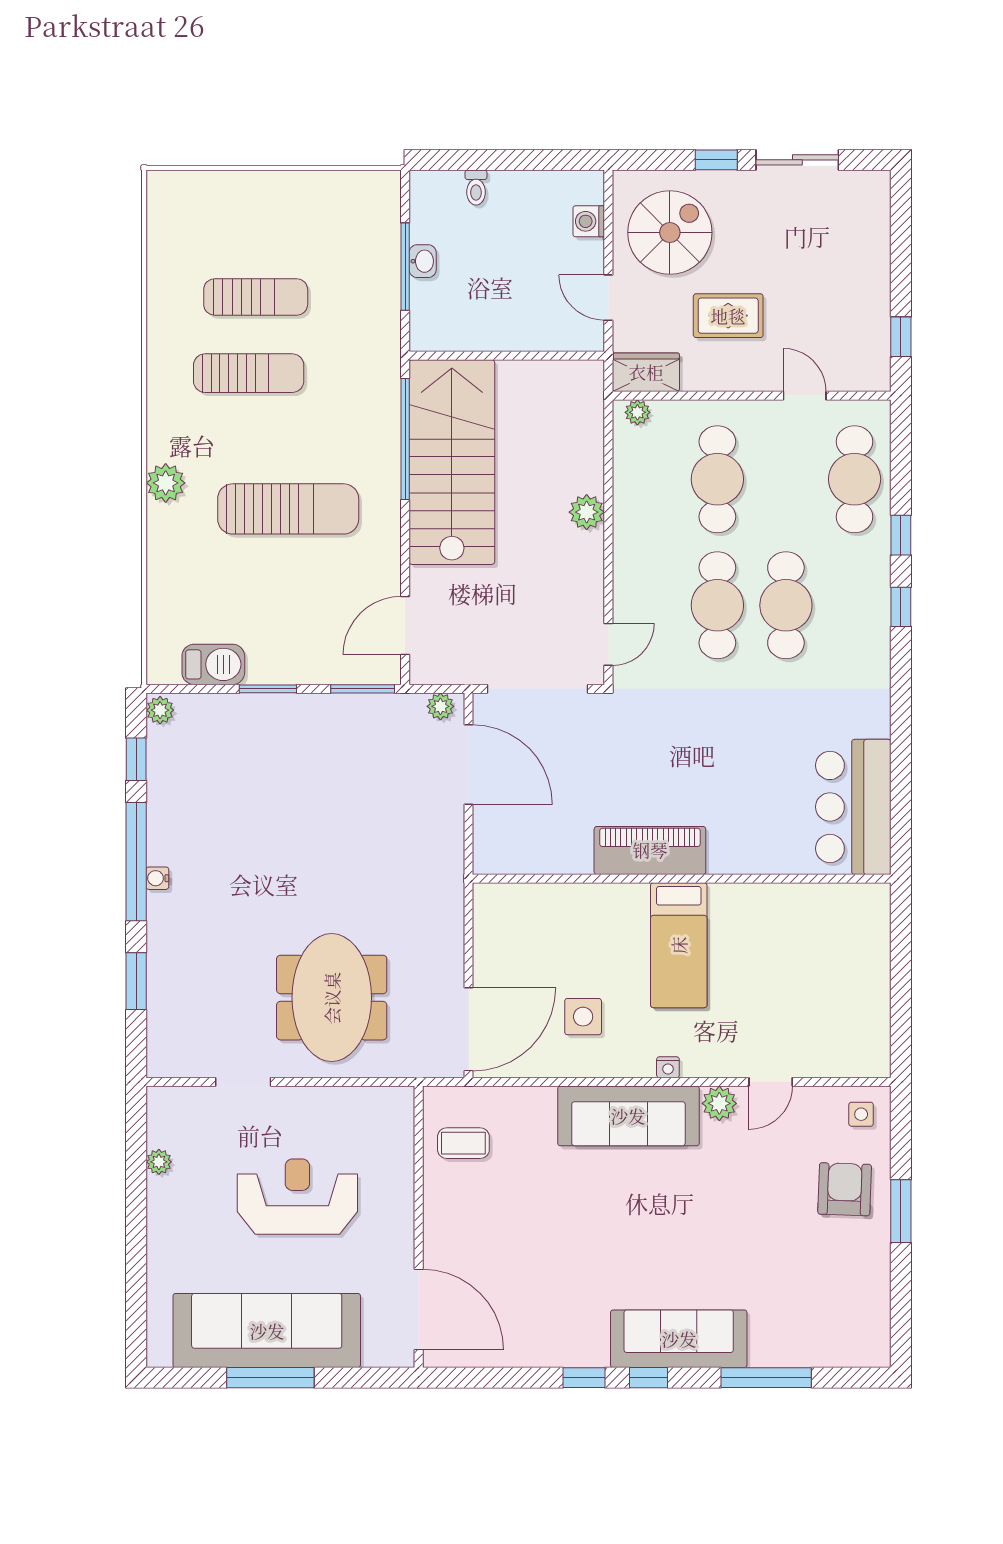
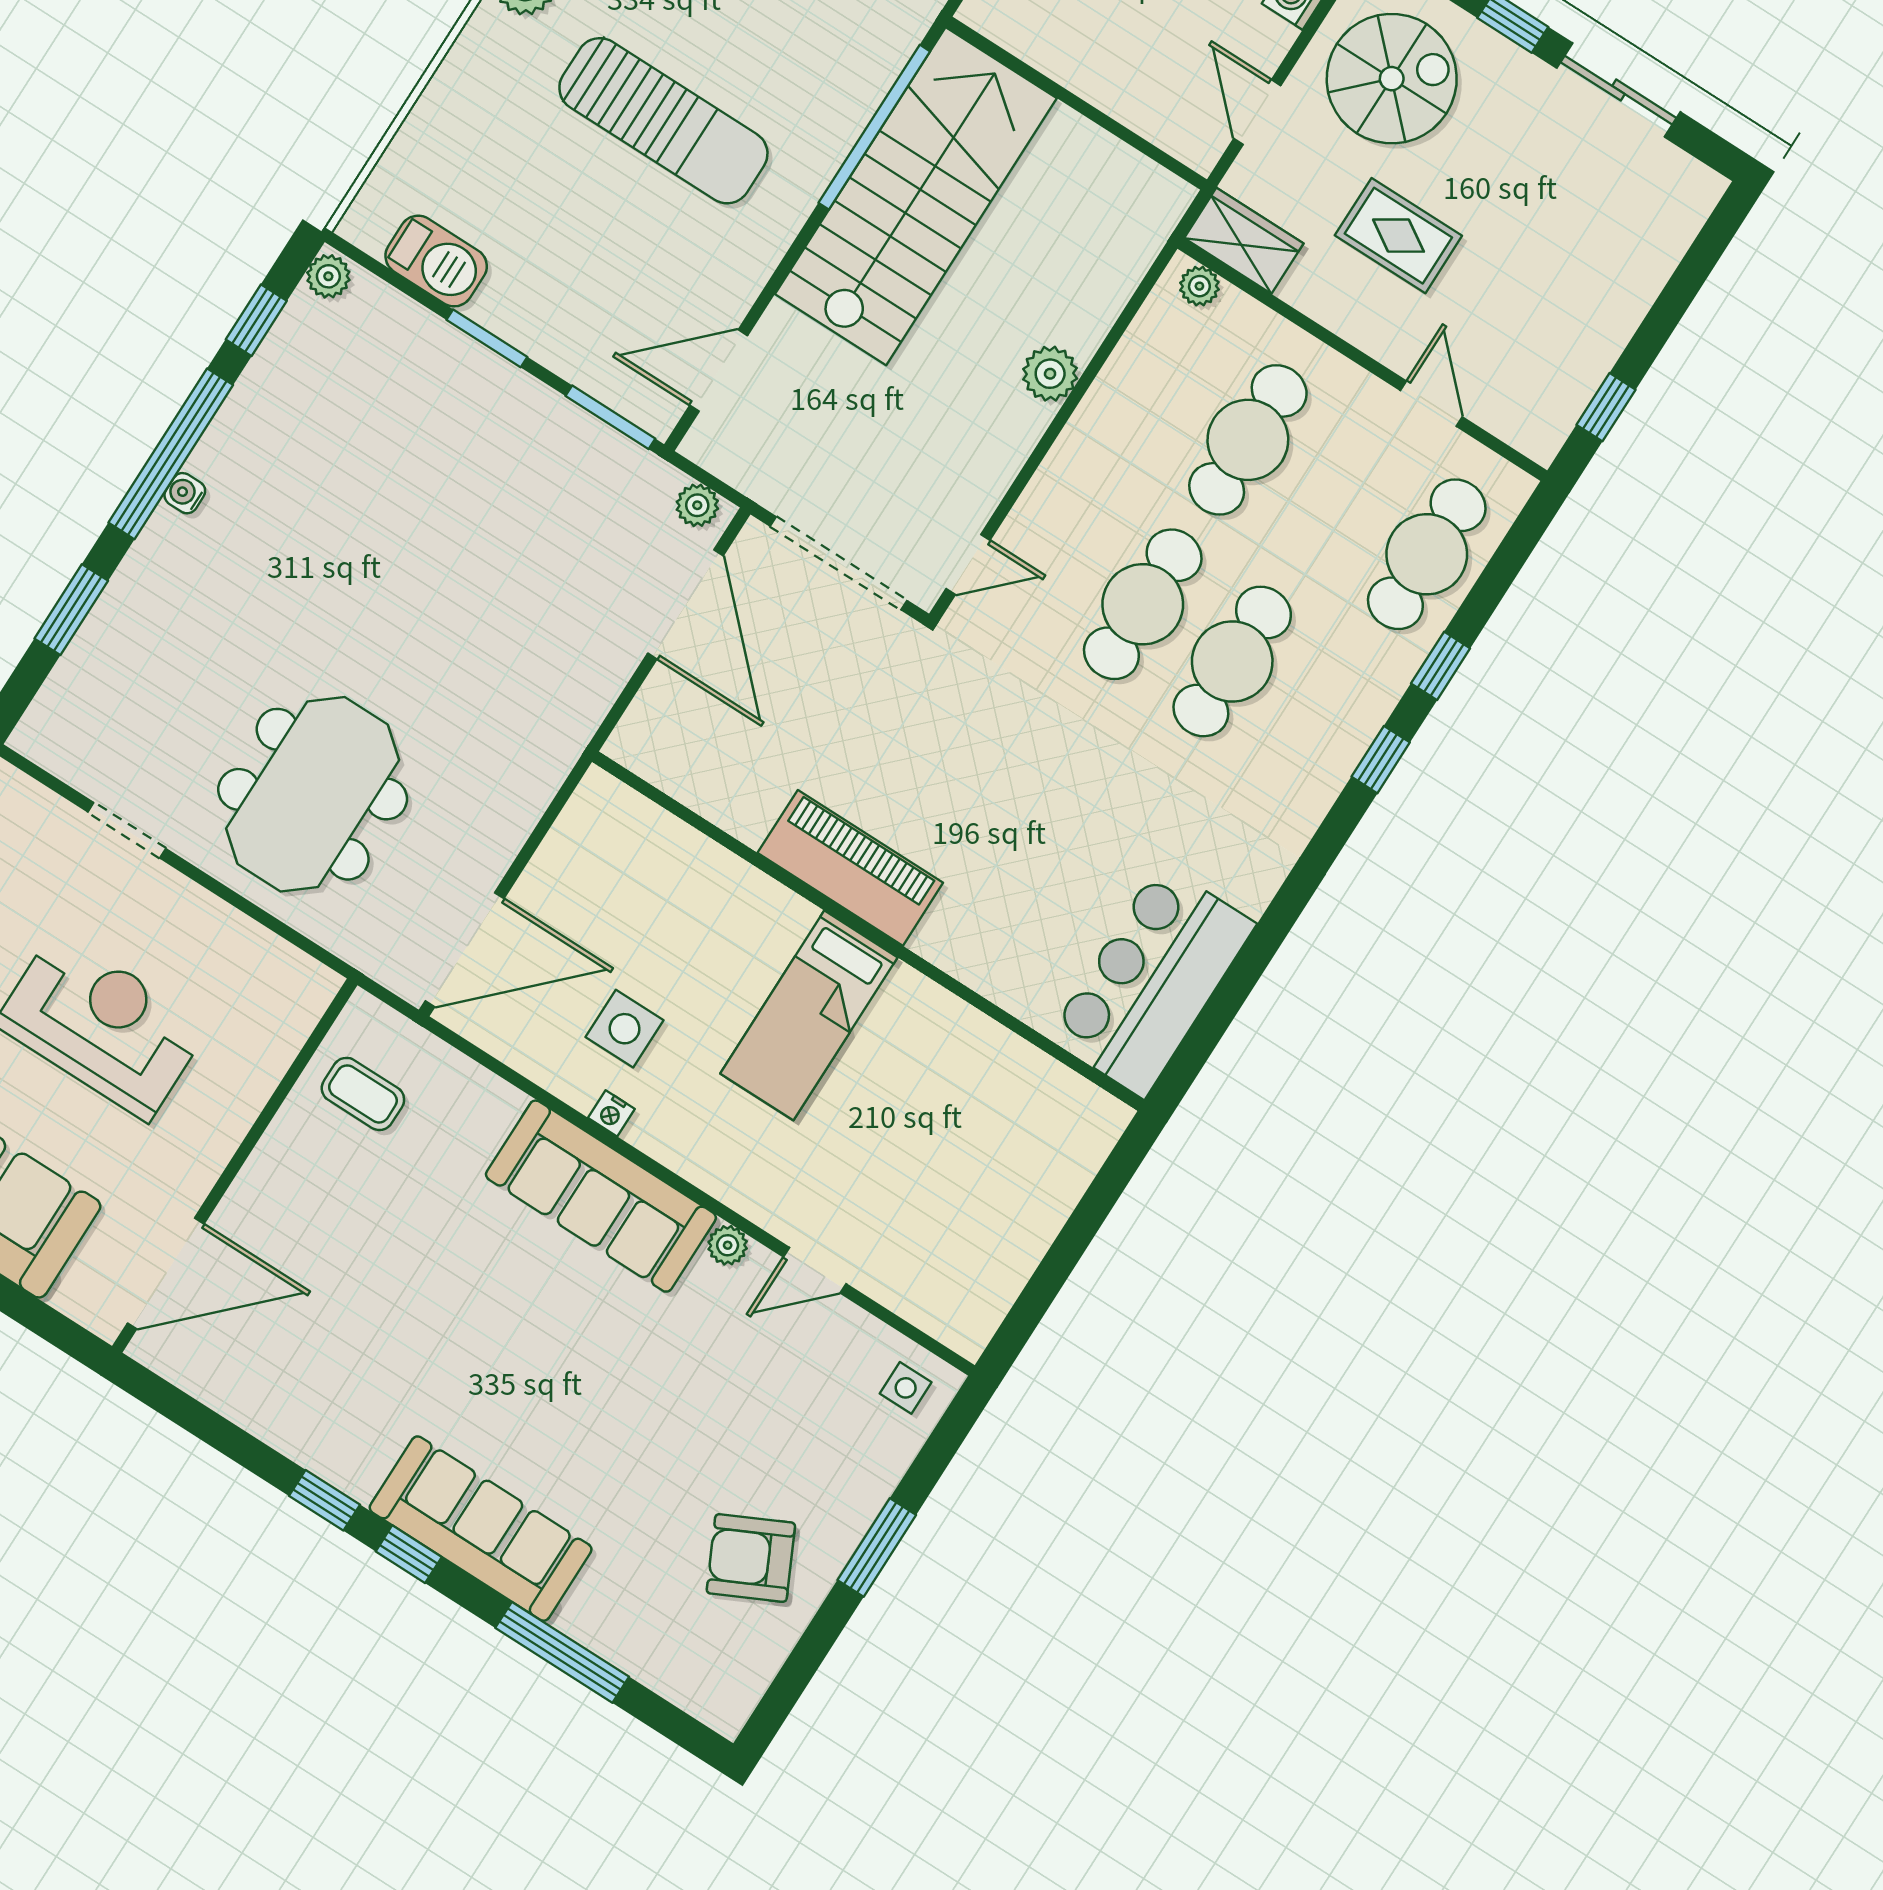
nightstand: (668, 1067) -> (611, 1113), moved
plant: (719, 1103) -> (728, 1245), width x0.73, depth x0.73
armchair: (845, 1189) -> (751, 1558), moved, turned -118
door: (419, 1310) -> (166, 1273), hinge flipped

